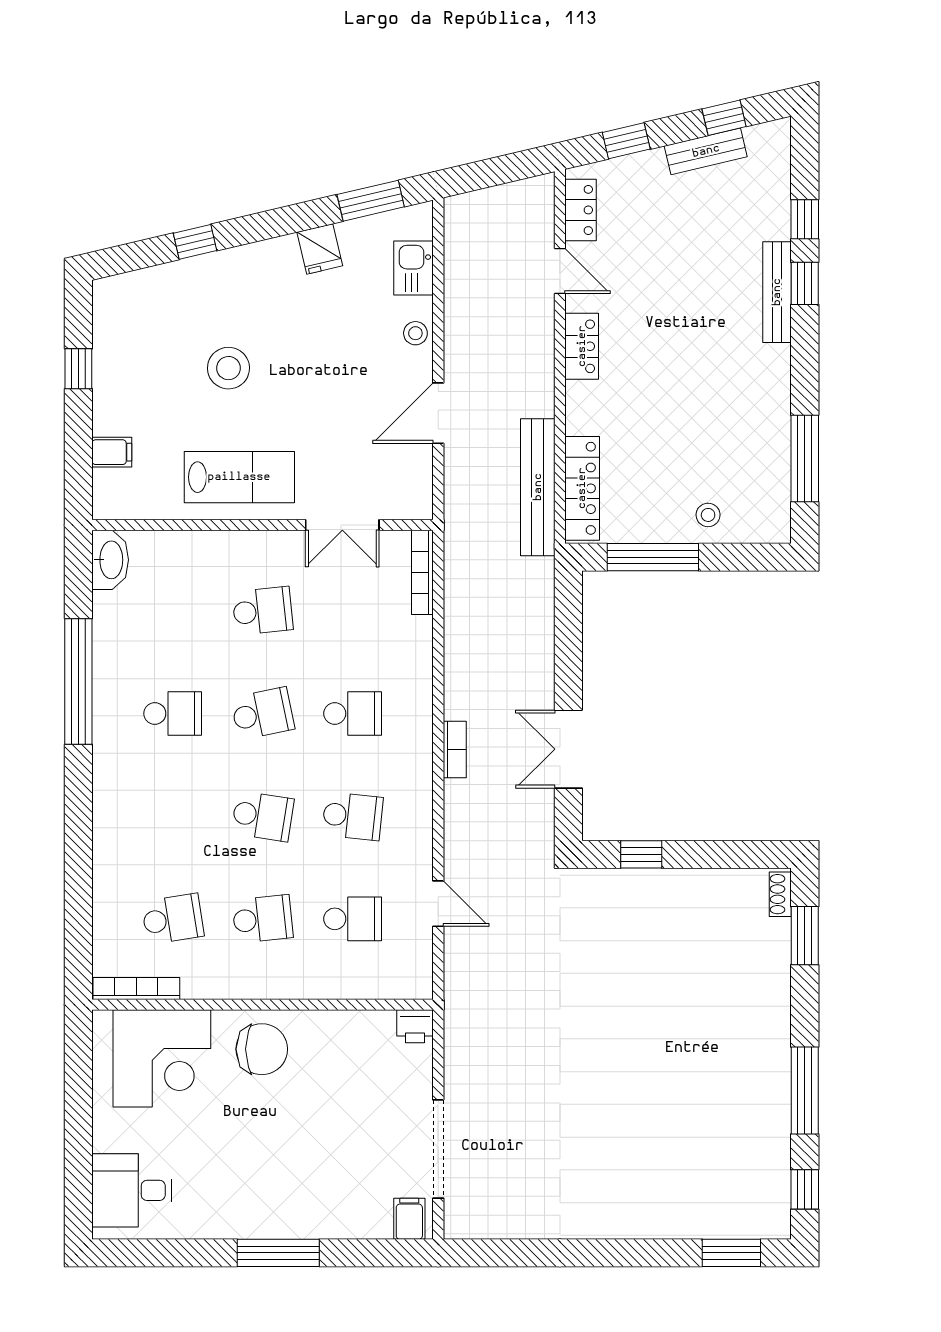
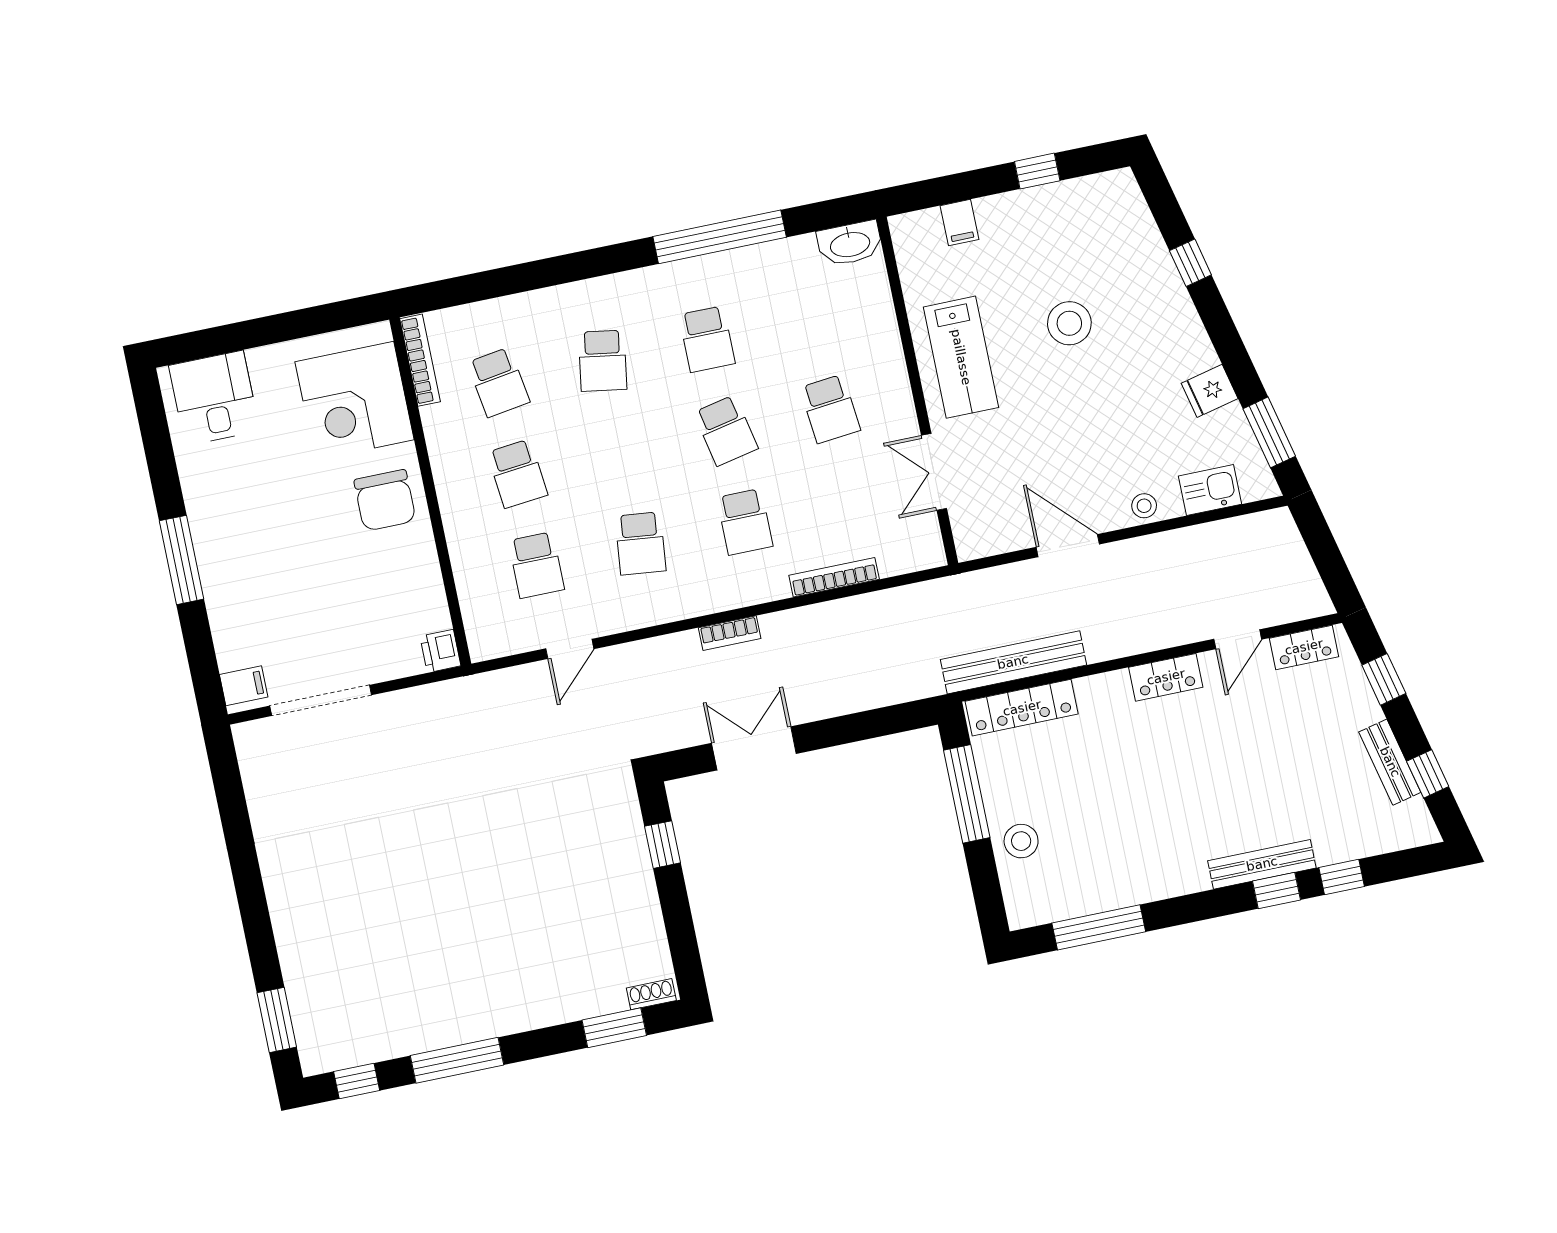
stool: (708, 515) -> (1021, 841), width x1.37, depth x1.37
bookcase: (422, 572) -> (834, 577), moved
school desk: (263, 816) -> (603, 361), moved

